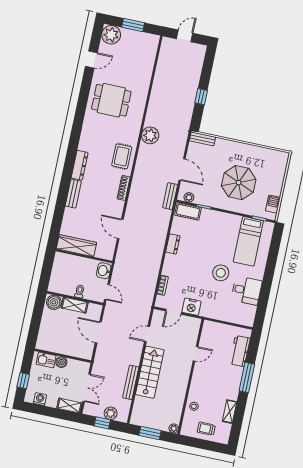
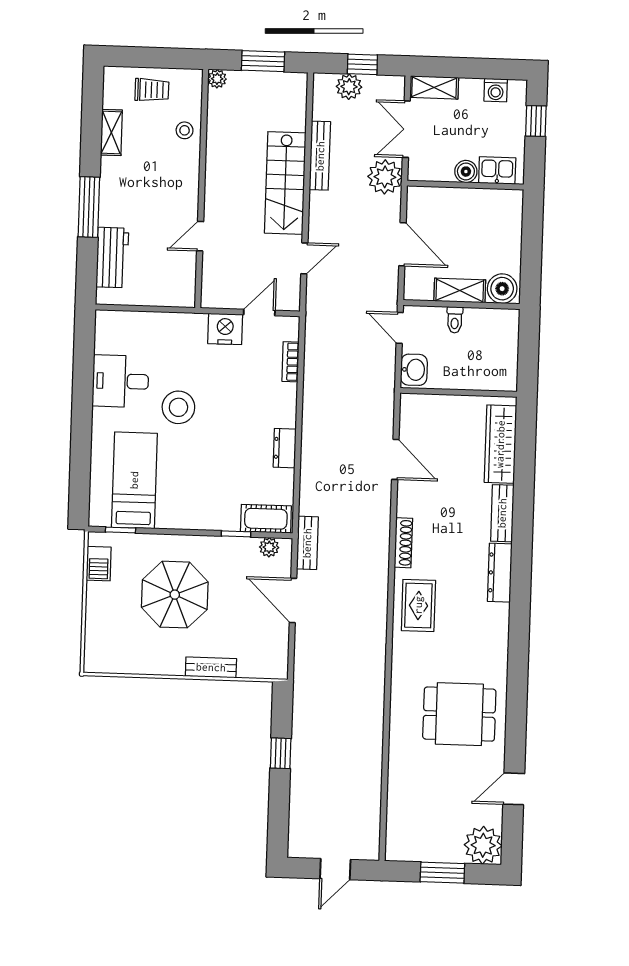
plant: (150, 135) -> (385, 177), moved
bench: (202, 139) -> (211, 667), moved
wardrobe: (76, 246) -> (500, 444), moved, turned 90

